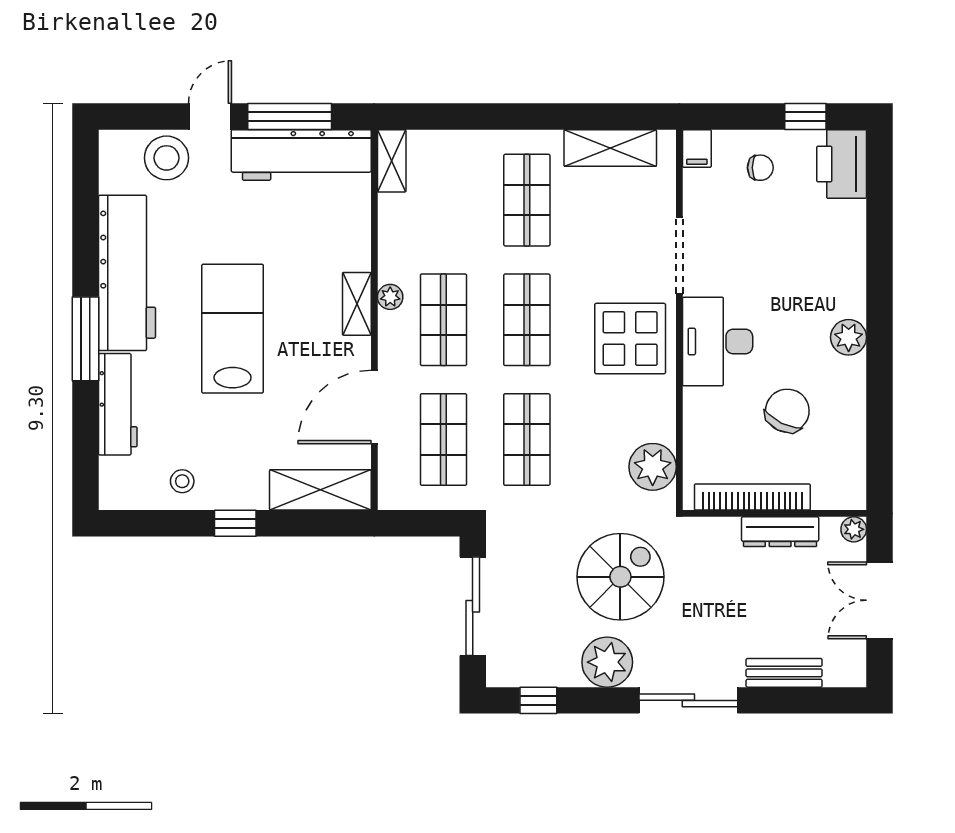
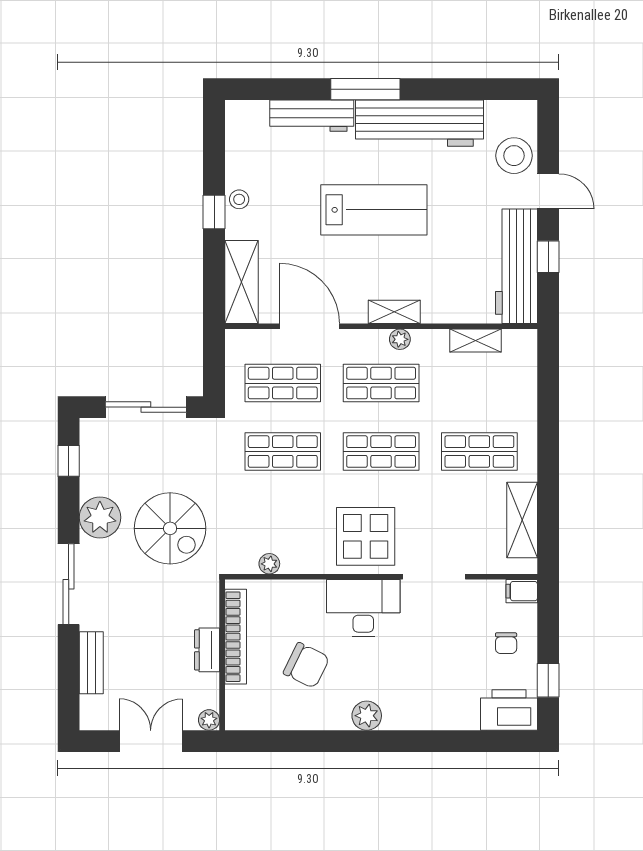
window: (290, 116) -> (548, 257), width x0.46
shelving: (392, 161) -> (476, 341), moved
plant: (653, 467) -> (269, 564), width x0.53, depth x0.53
stool: (182, 481) -> (239, 199), moved
dresser: (780, 532) -> (207, 650), width x0.70

